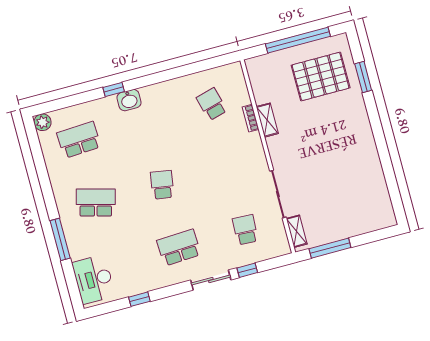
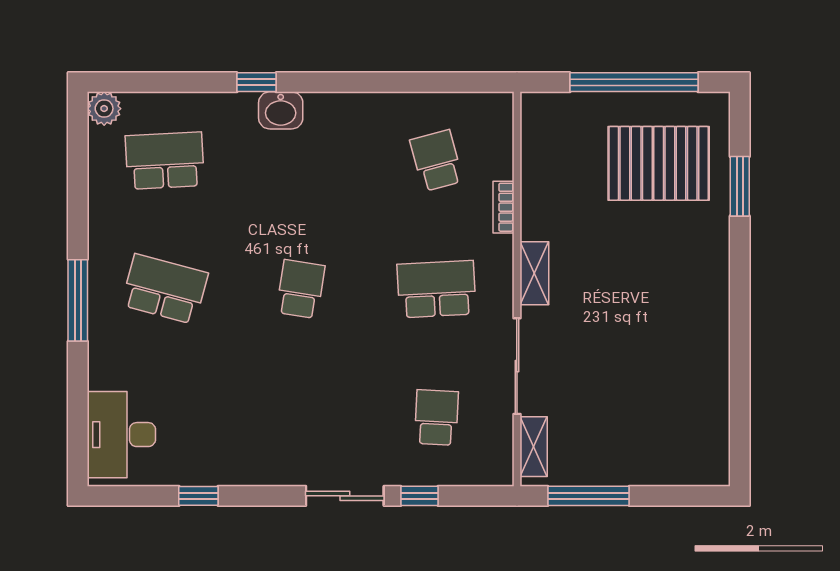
shelving: (267, 120) -> (534, 273), moved
window: (60, 239) -> (78, 300), moved
school desk: (179, 247) -> (436, 289), moved

